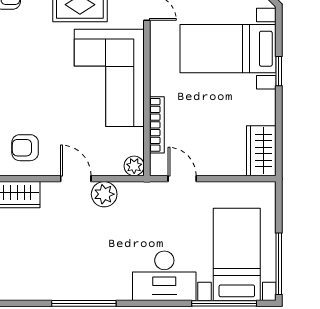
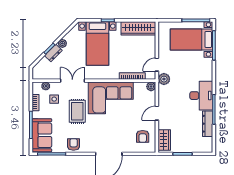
wardrobe: (261, 151) -> (138, 28), width x1.50
plant: (104, 194) -> (164, 79), moved
desk: (164, 276) -> (201, 96), moved
dresser: (53, 290) -> (208, 124), added

